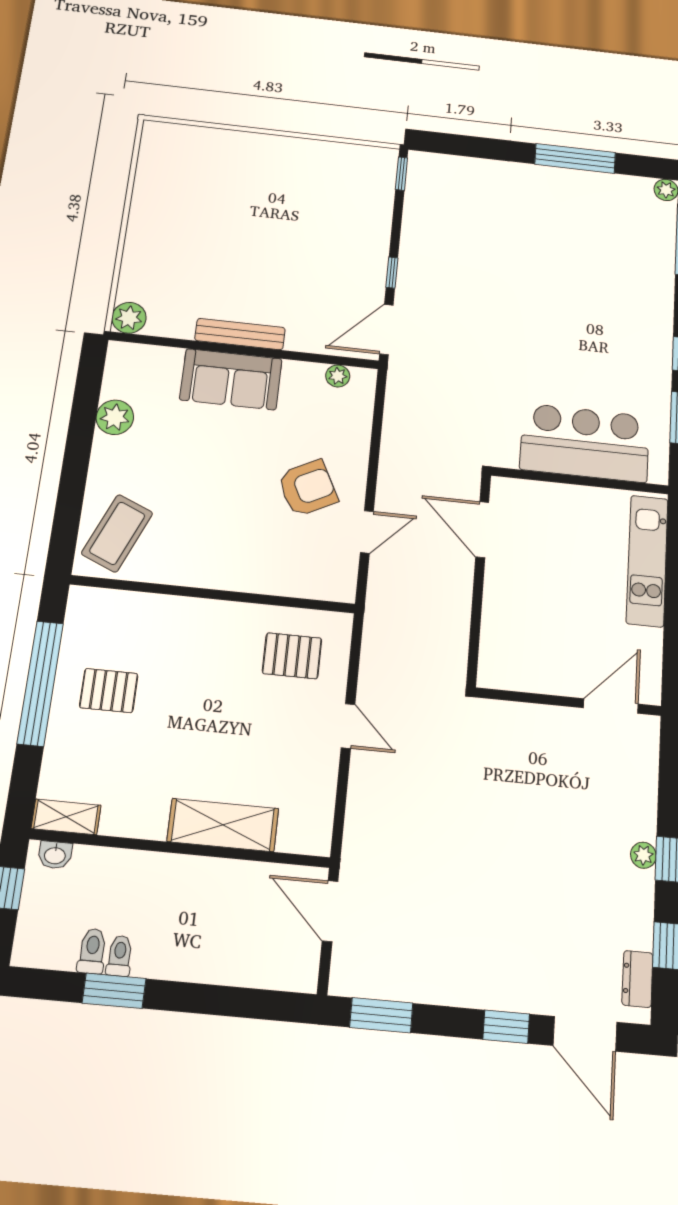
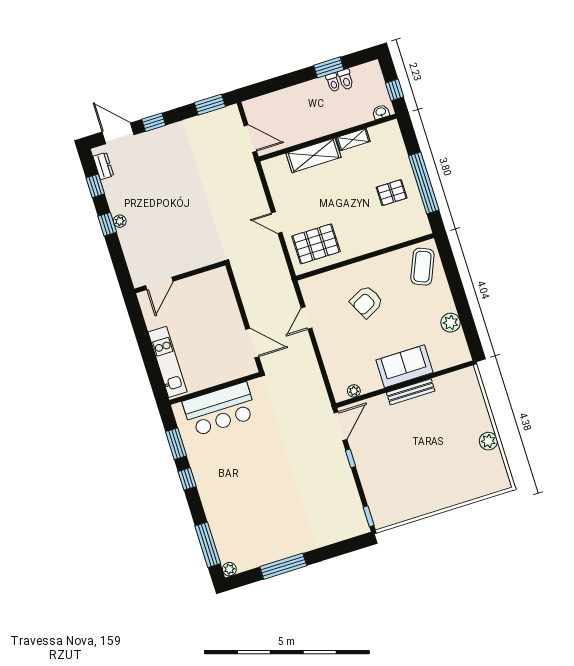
plant: (129, 318) -> (488, 441), moved
armchair: (308, 488) -> (367, 302), moved
pallet: (292, 656) -> (316, 244), width x1.50, depth x1.42
shelving: (66, 817) -> (353, 140), moved

